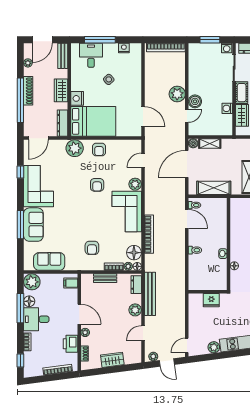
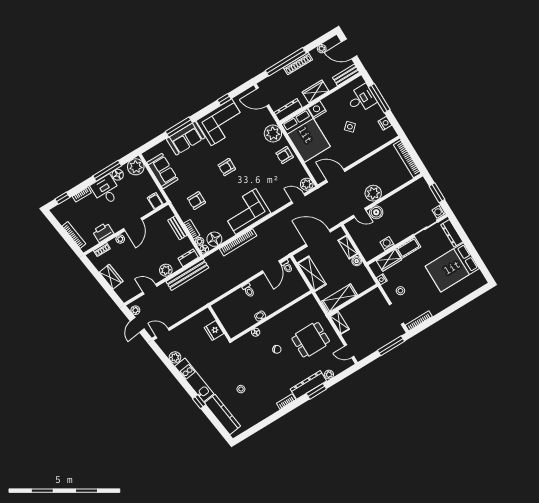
door: (143, 117) -> (336, 176), swing flipped
boiler: (193, 143) -> (357, 261), moved
plant: (135, 184) -> (307, 184), moved
armchair: (97, 185) -> (227, 167), moved

